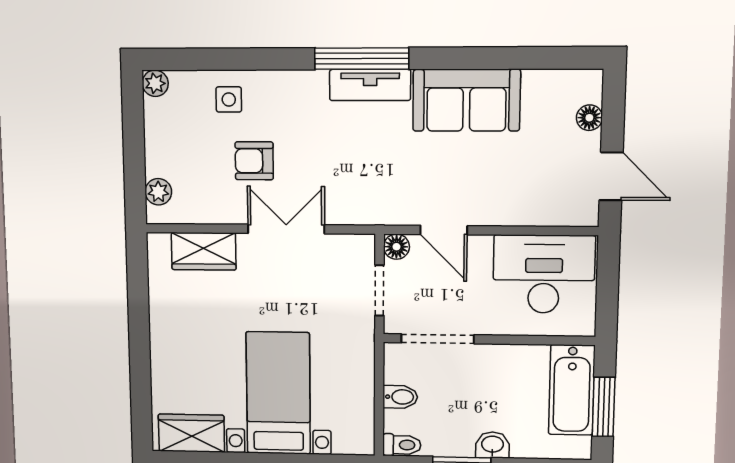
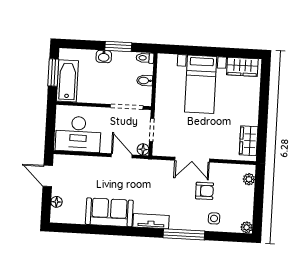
window: (362, 59) -> (184, 234), moved
wardrobe: (204, 251) -> (249, 141), moved, turned -90

